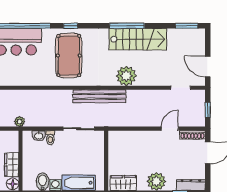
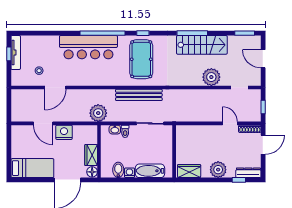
door: (208, 67) -> (263, 59), moved
plant: (126, 76) -> (211, 77), moved
bench: (99, 96) -> (139, 95), moved
plant: (20, 121) -> (98, 113), width x1.88, depth x1.88
door: (170, 129) -> (230, 123), hinge flipped

